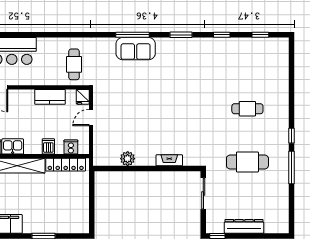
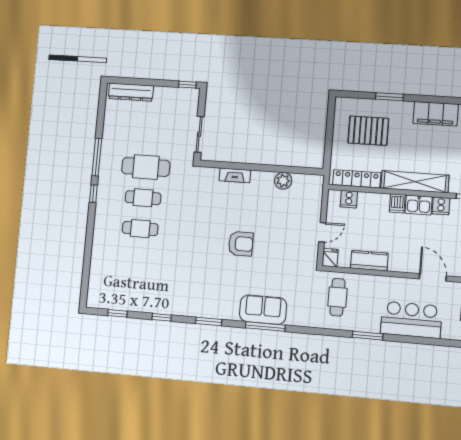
window: (47, 35) -> (368, 336), added
armchair: (159, 102) -> (241, 244), added
cafe table: (247, 135) -> (143, 198), added
dishwasher: (48, 146) -> (397, 203), moved
pallet: (59, 206) -> (368, 131), added
dresser: (244, 226) -> (131, 92), moved

